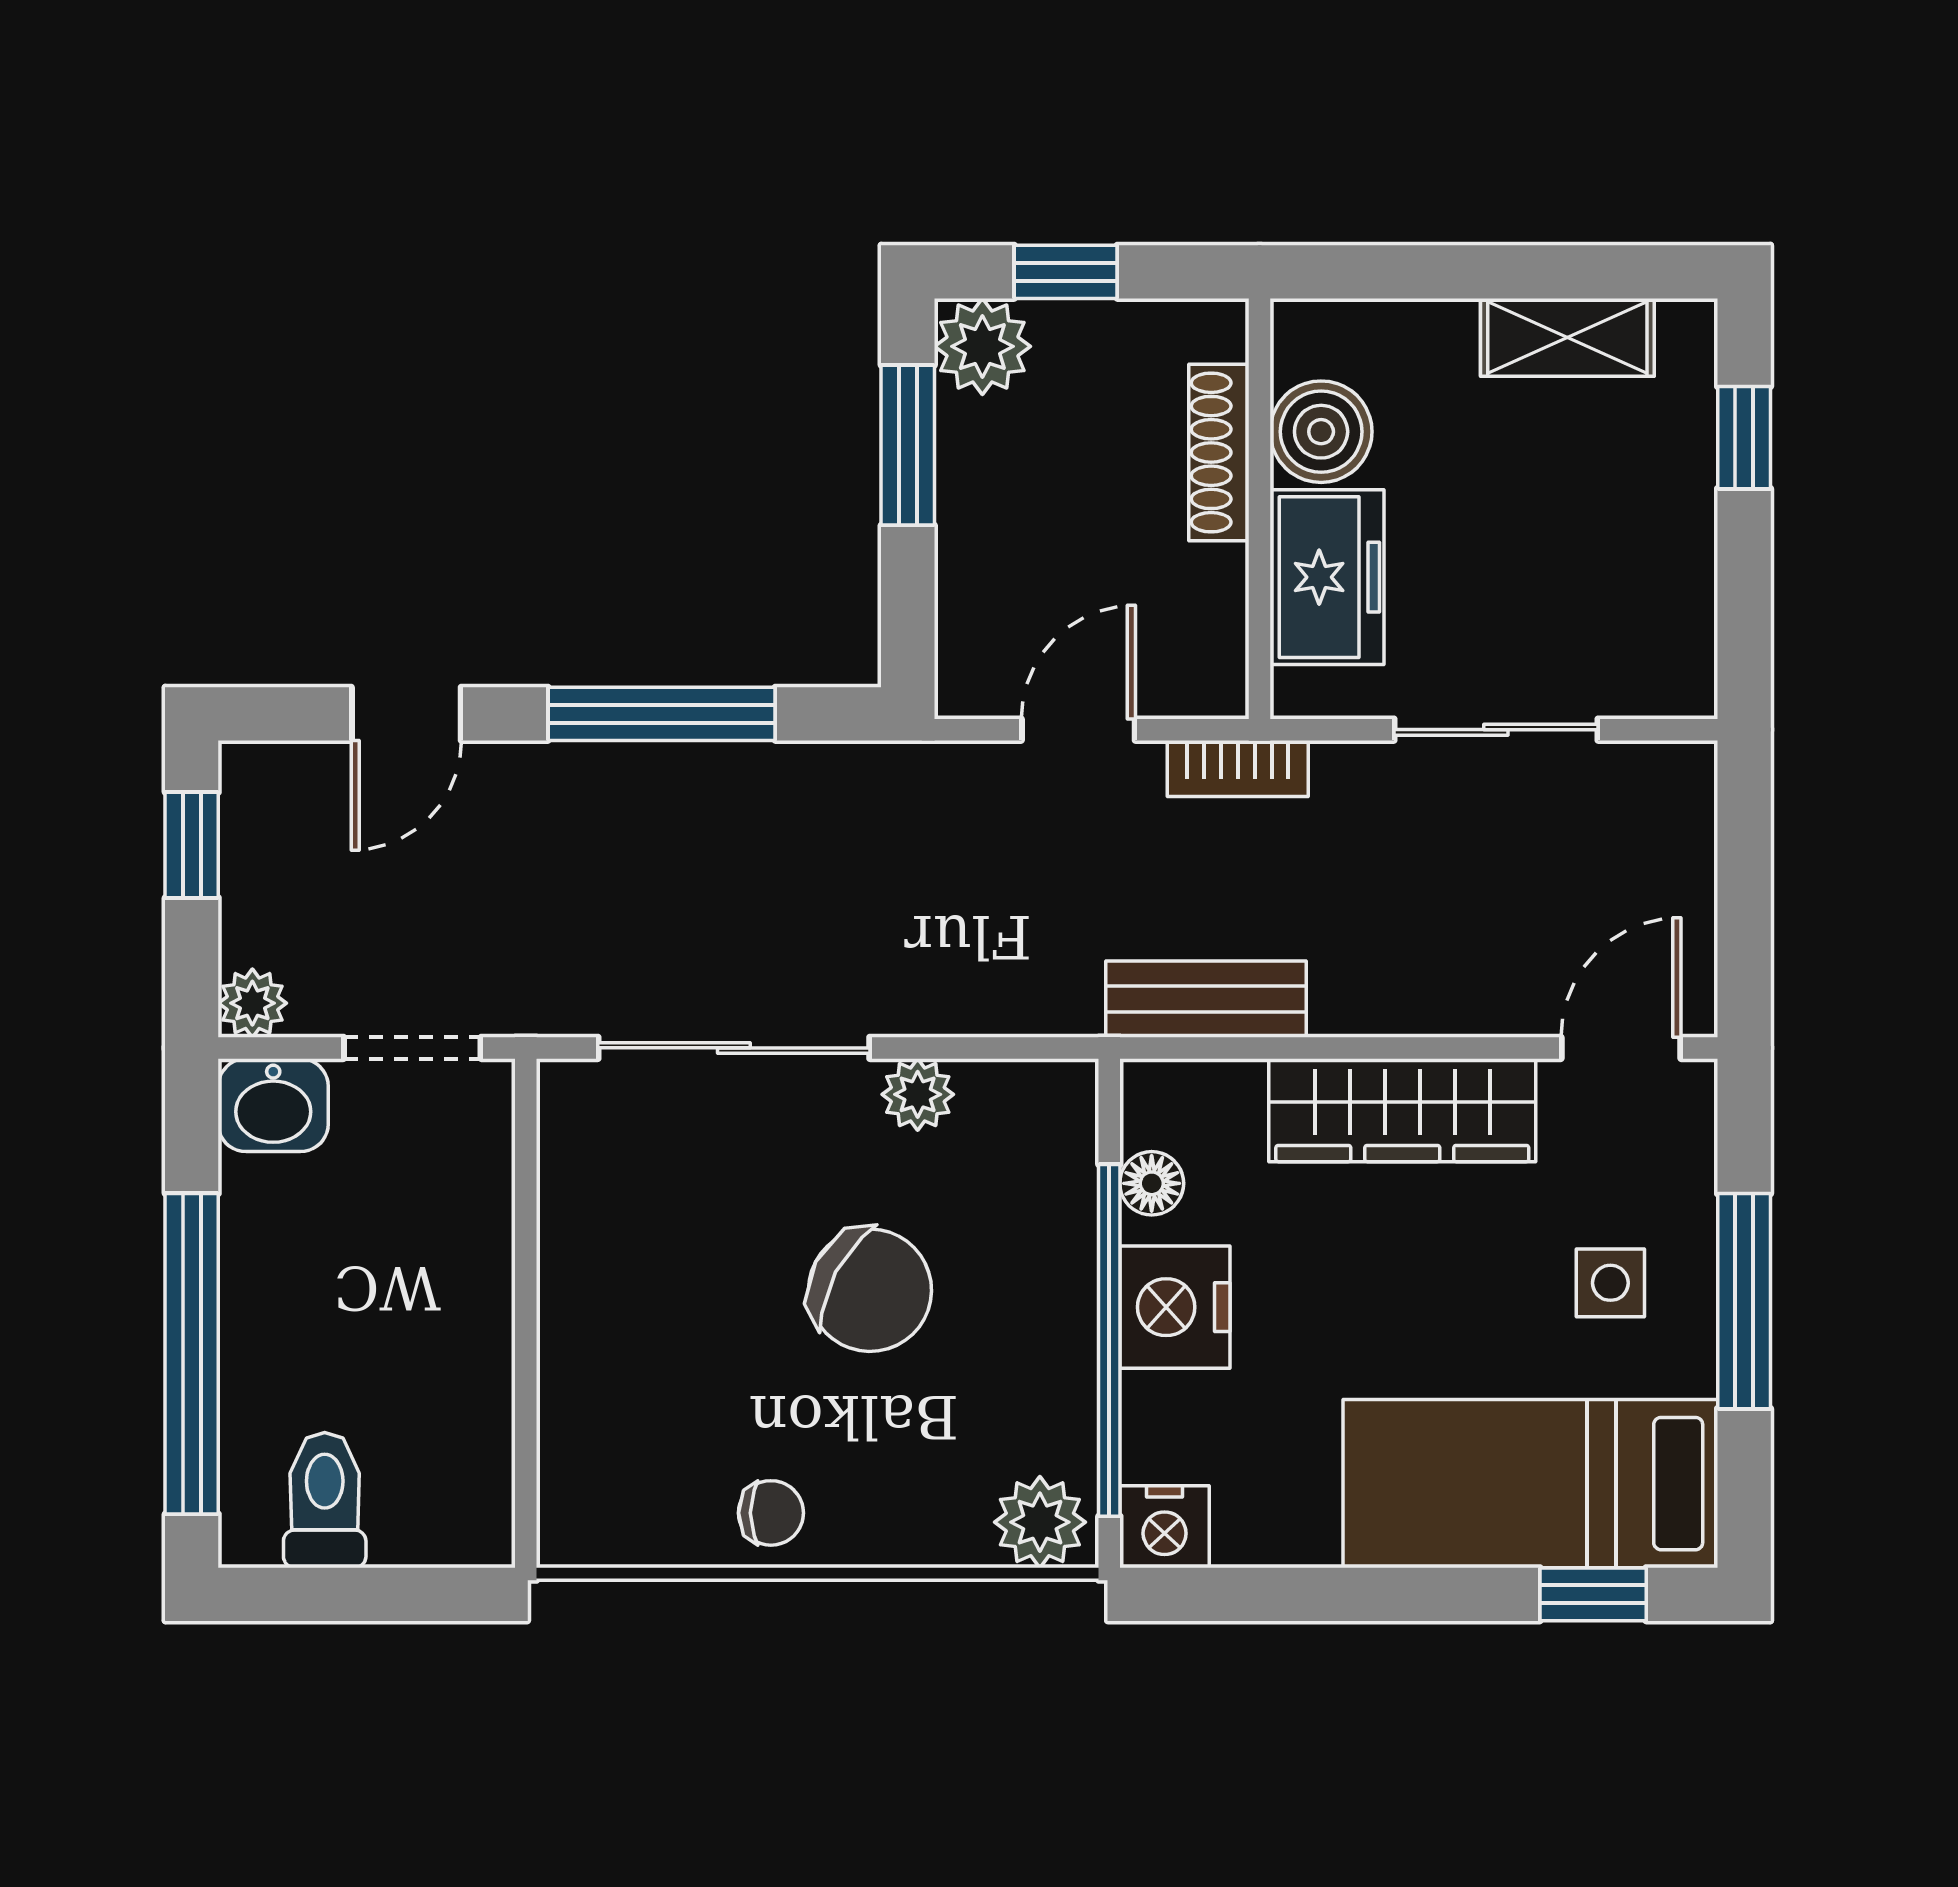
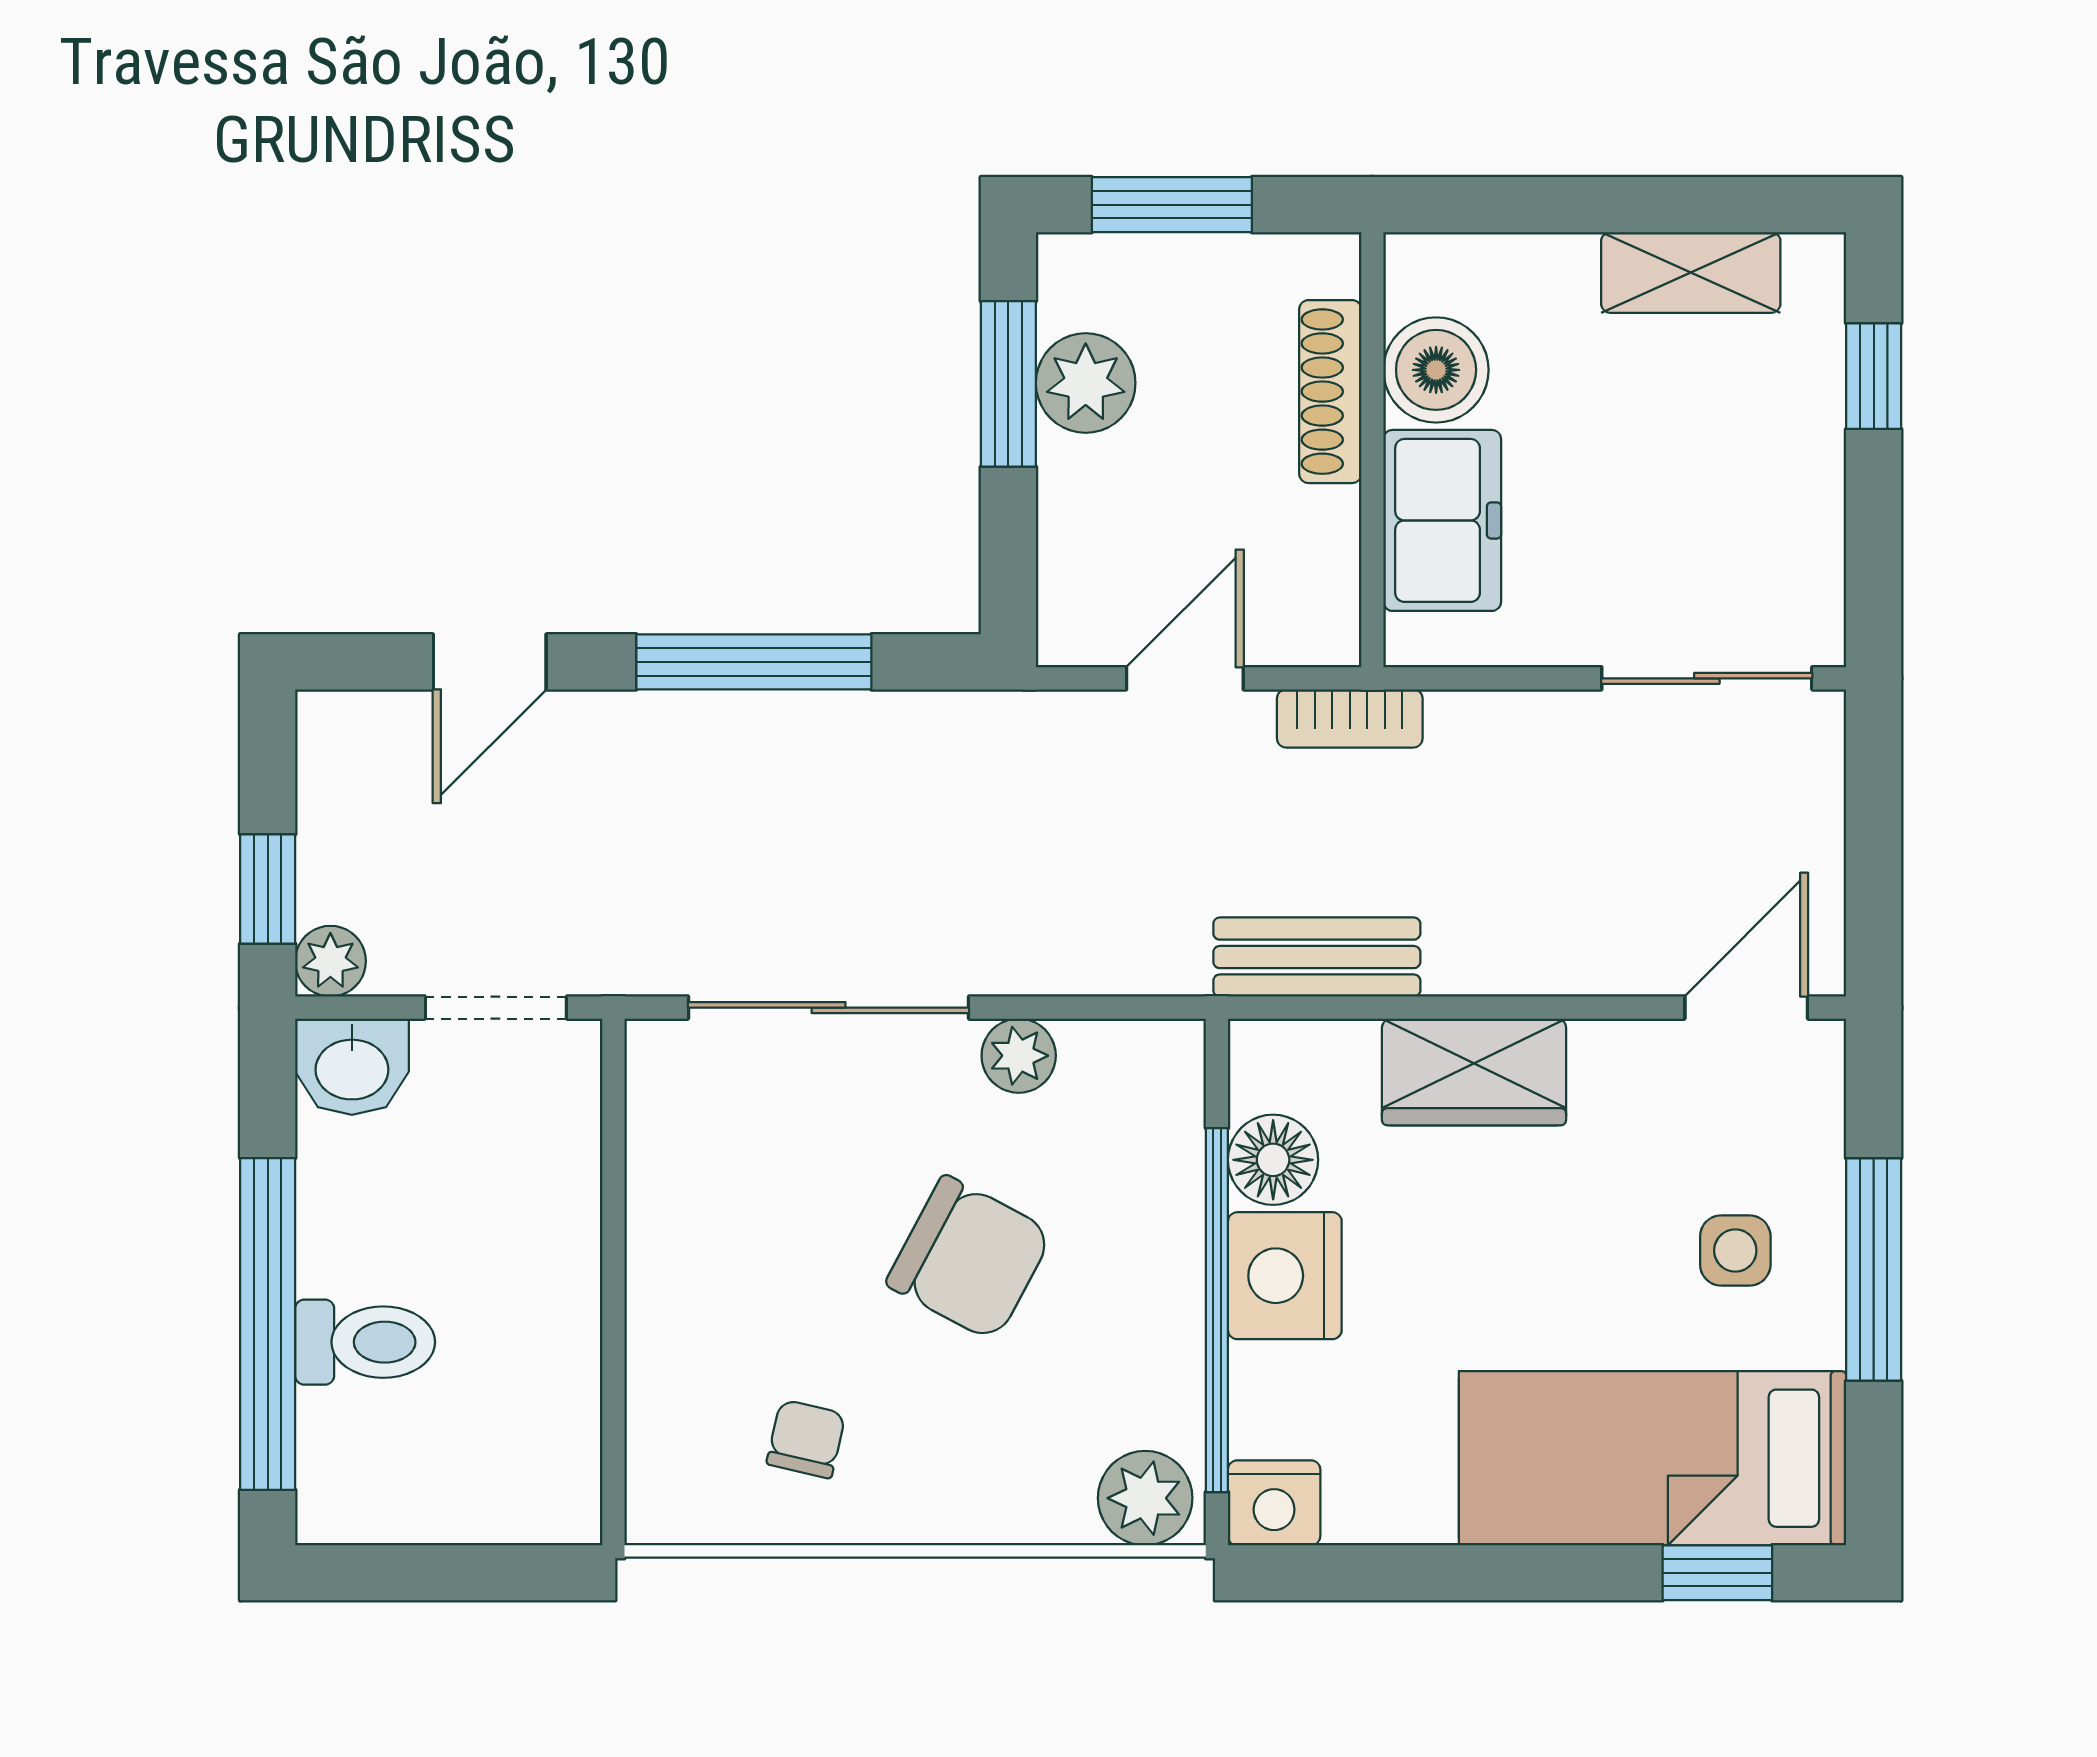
window: (1066, 272) -> (1172, 205), width x1.50
plant: (982, 346) -> (1086, 383), moved
sliding door: (1496, 730) -> (1707, 678), moved
window: (192, 845) -> (268, 889), moved
wardrobe: (1402, 1110) -> (1474, 1072), width x0.67
floor lamp: (1152, 1183) -> (1273, 1160), width x1.37, depth x1.37
toilet: (325, 1500) -> (365, 1342), moved, turned 90
chair: (771, 1513) -> (806, 1439), moved, turned -77

